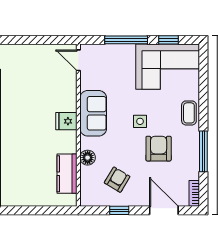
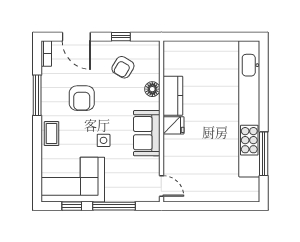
side table: (140, 121) -> (104, 140), moved
kitchen counter: (67, 174) -> (173, 96), moved

